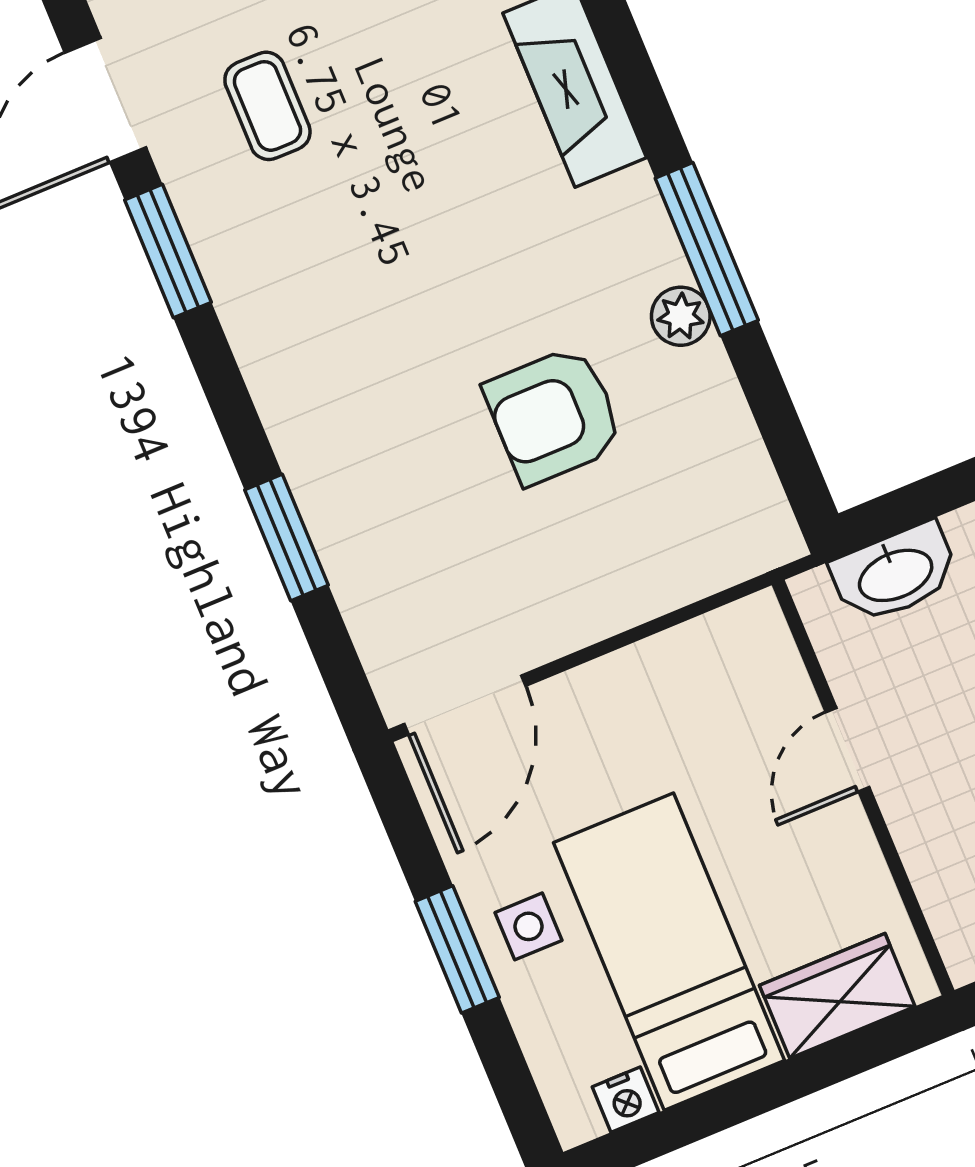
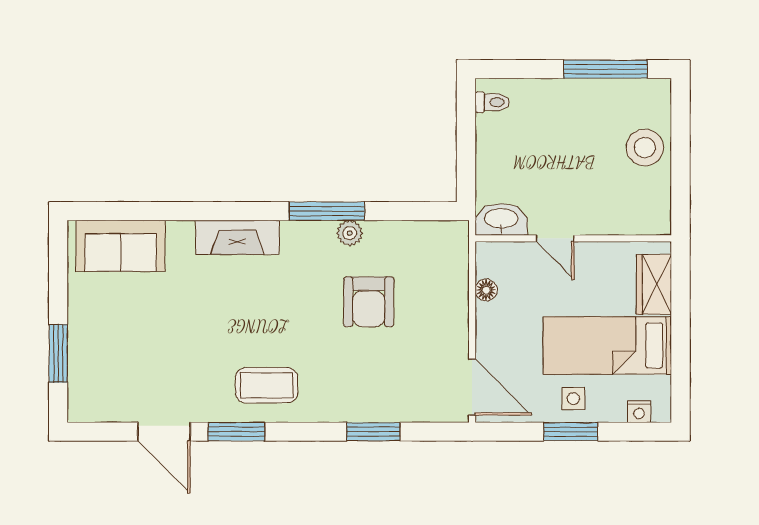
coffee table: (267, 106) -> (267, 385), moved, width x1.36, depth x1.30
washbasin: (895, 573) -> (501, 219), moved, turned -90
floor lamp: (680, 650) -> (486, 290), added
nightstand: (626, 1100) -> (639, 412), moved, turned 90

